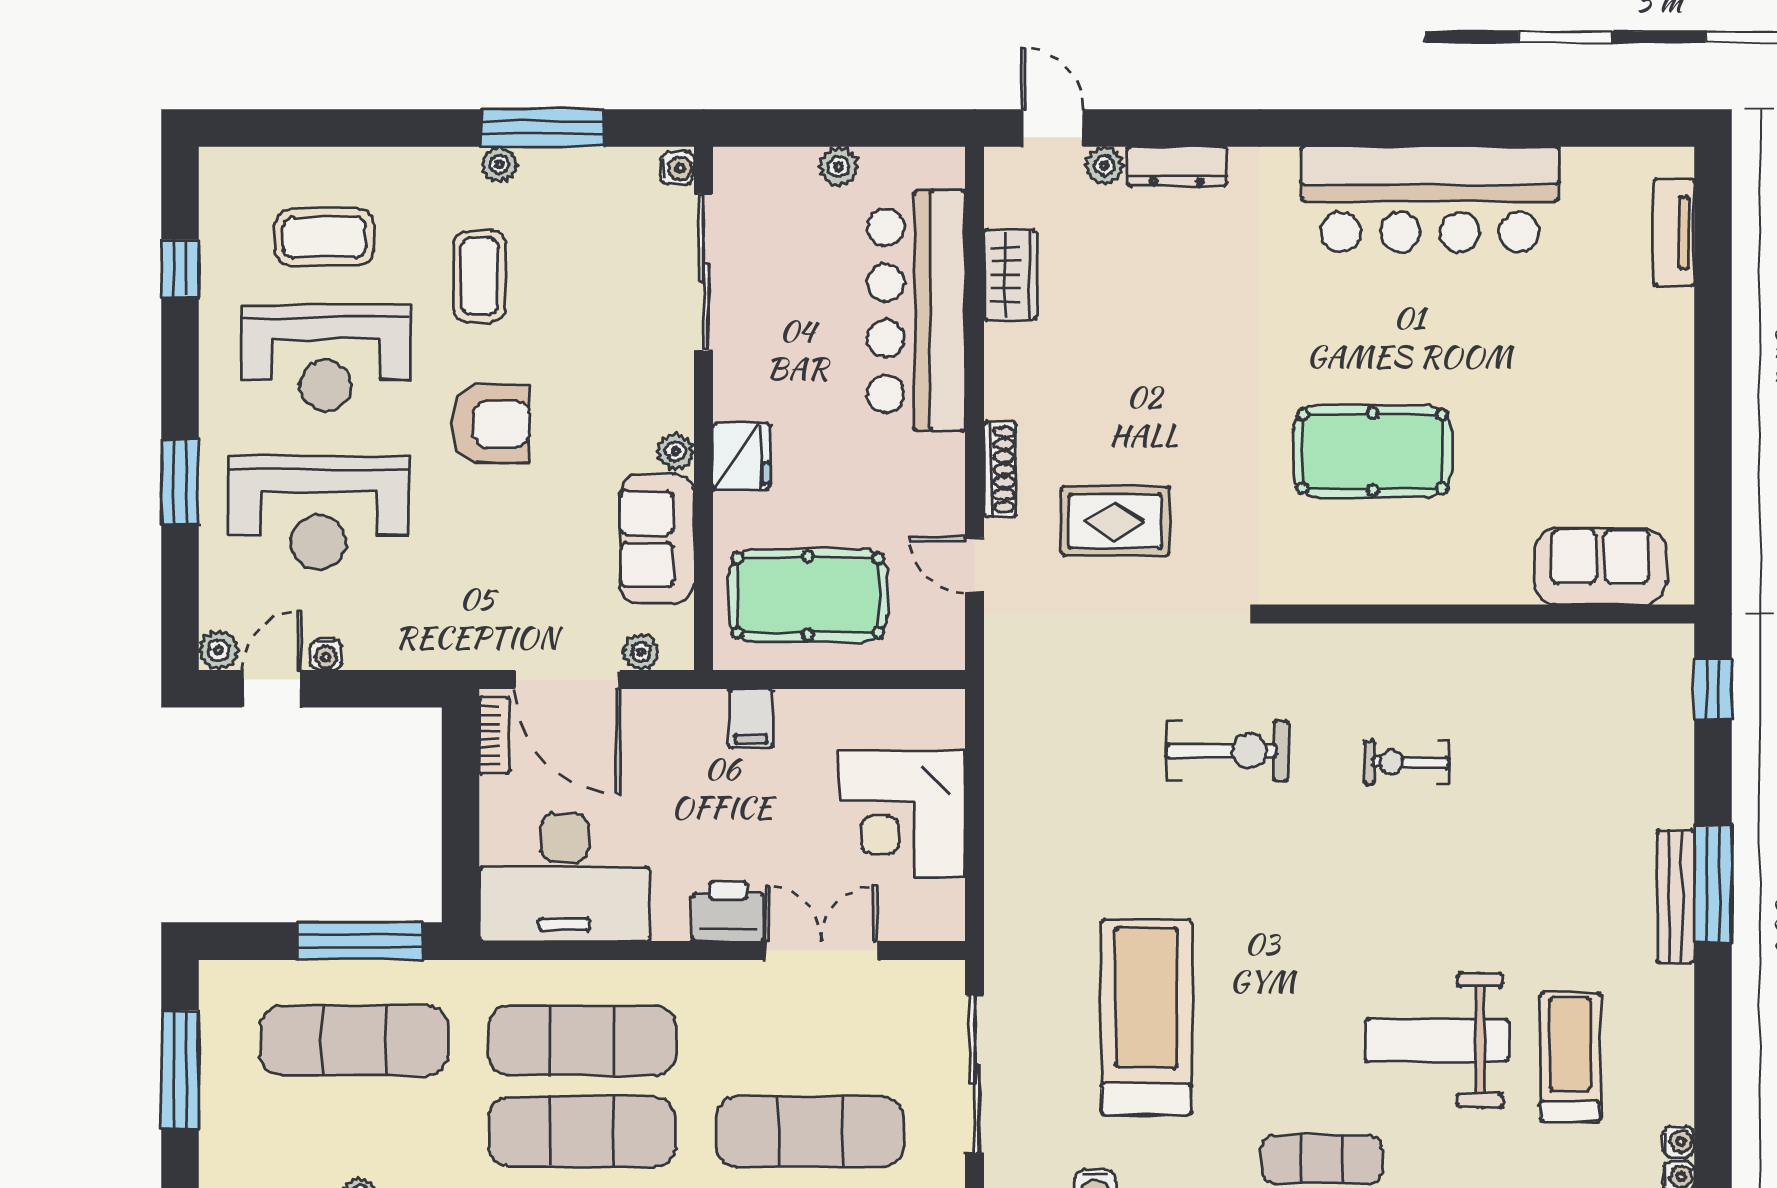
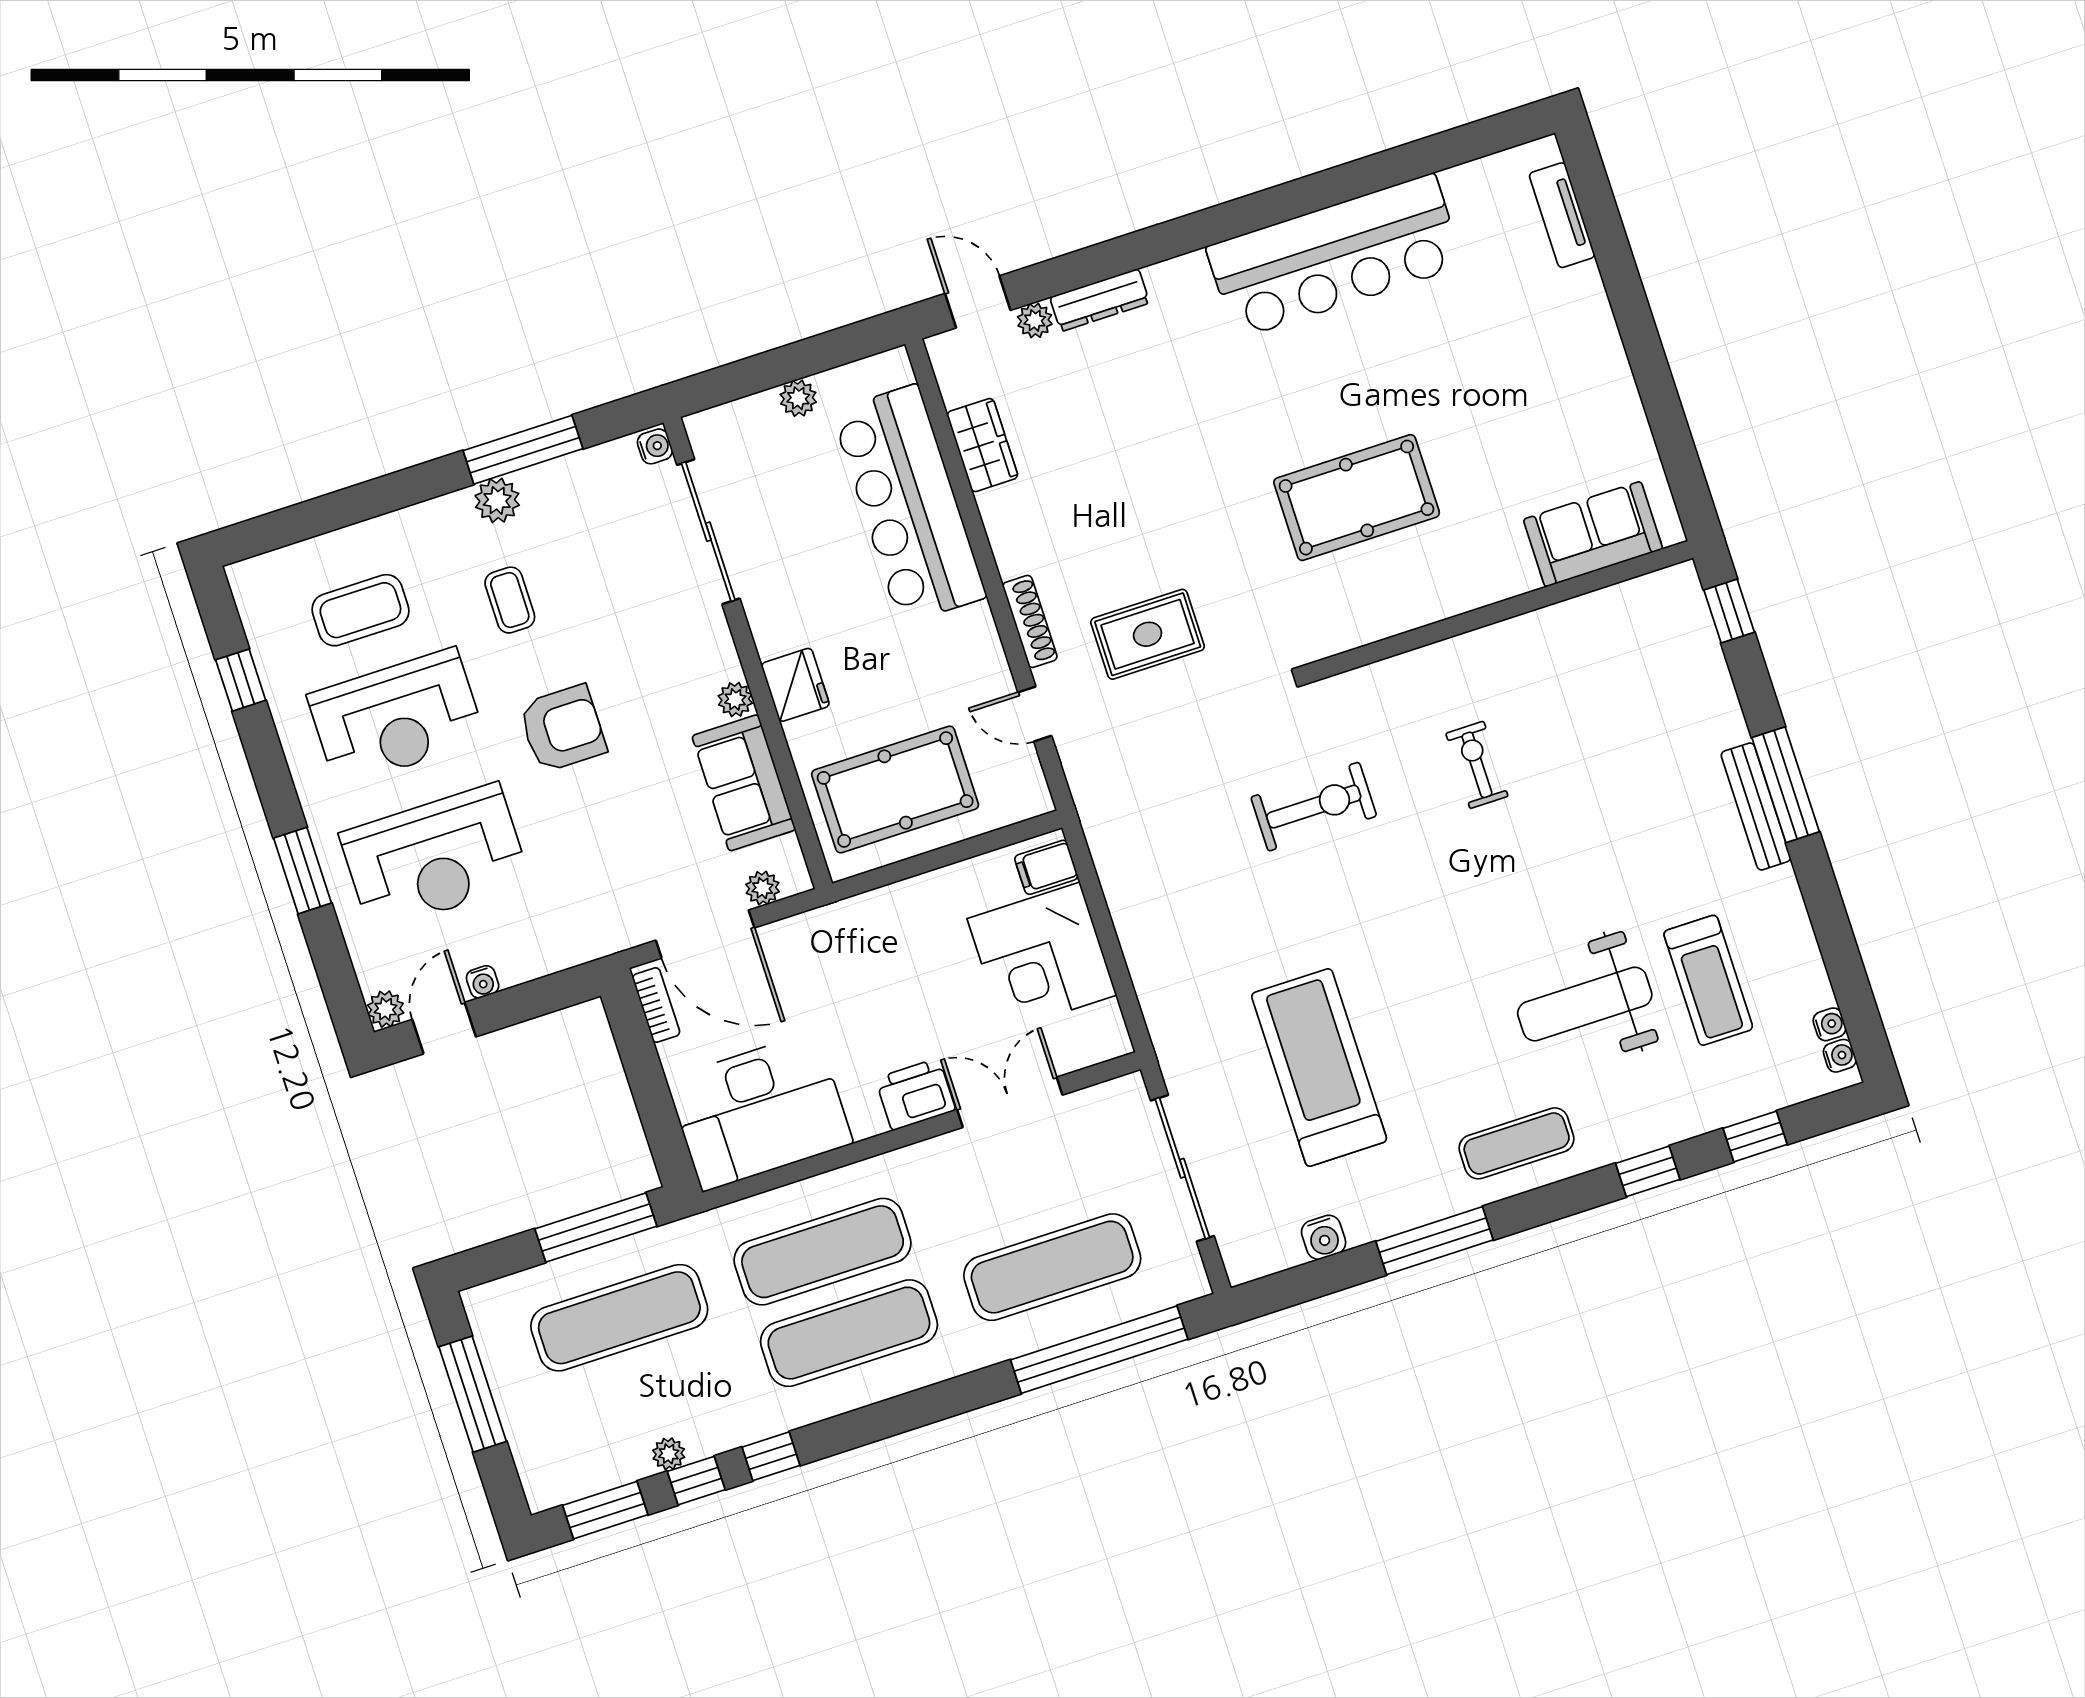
plant: (500, 164) -> (497, 500), width x1.38, depth x1.38
coffee table: (480, 276) -> (510, 600), width x0.73, depth x0.77
filing cabinet: (751, 718) -> (1046, 867), moved, turned 90
exercise bike: (1406, 762) -> (1477, 765), turned 90
treadmill: (1570, 1057) -> (1708, 980), turned 180

